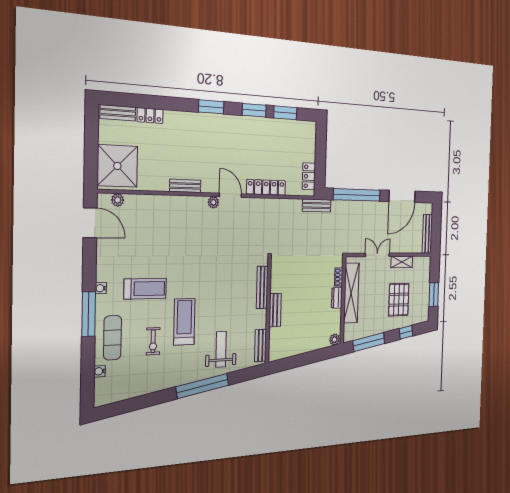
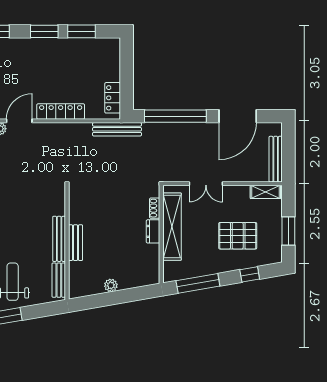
door: (230, 195) -> (19, 121), hinge flipped
bench: (317, 205) -> (117, 129), width x1.36
double door: (377, 255) -> (206, 184), swing flipped
shelving: (402, 262) -> (265, 192), moved
bench: (262, 287) -> (59, 239), moved
pallet: (399, 300) -> (238, 236), turned 90
plant: (335, 340) -> (111, 285), moved

